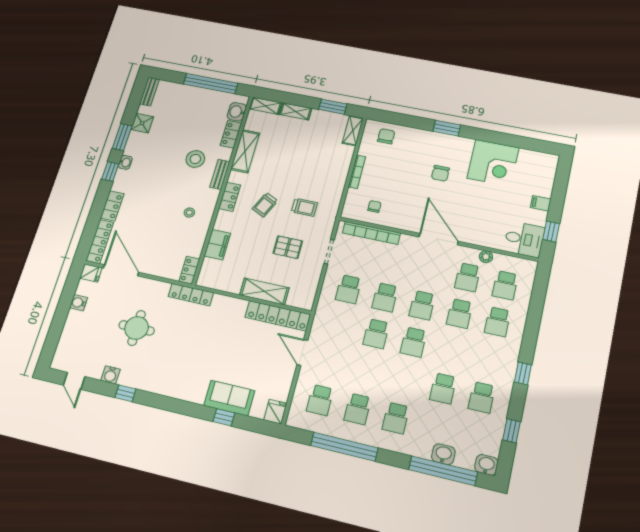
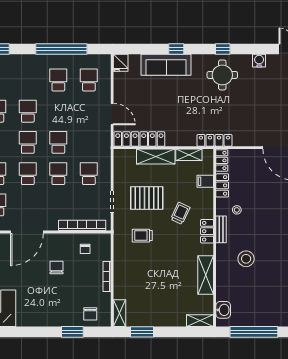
shelving: (296, 111) -> (189, 155), moved
window: (447, 128) -> (72, 332), moved
locker: (231, 134) -> (222, 185), moved
chair: (440, 173) -> (56, 268), moved
bench: (220, 174) -> (221, 229), moved
trolley: (265, 205) -> (180, 213), moved
door: (439, 239) -> (27, 232), hinge flipped
filing cabinet: (217, 245) -> (205, 181), width x0.50
pallet: (288, 247) -> (147, 198), width x1.50, depth x1.42
round table: (137, 328) -> (222, 75), moved
window: (125, 393) -> (223, 49), moved
sofa: (229, 398) -> (166, 65), width x1.36
window: (224, 417) -> (176, 49), moved
school desk: (396, 418) -> (28, 111), moved

